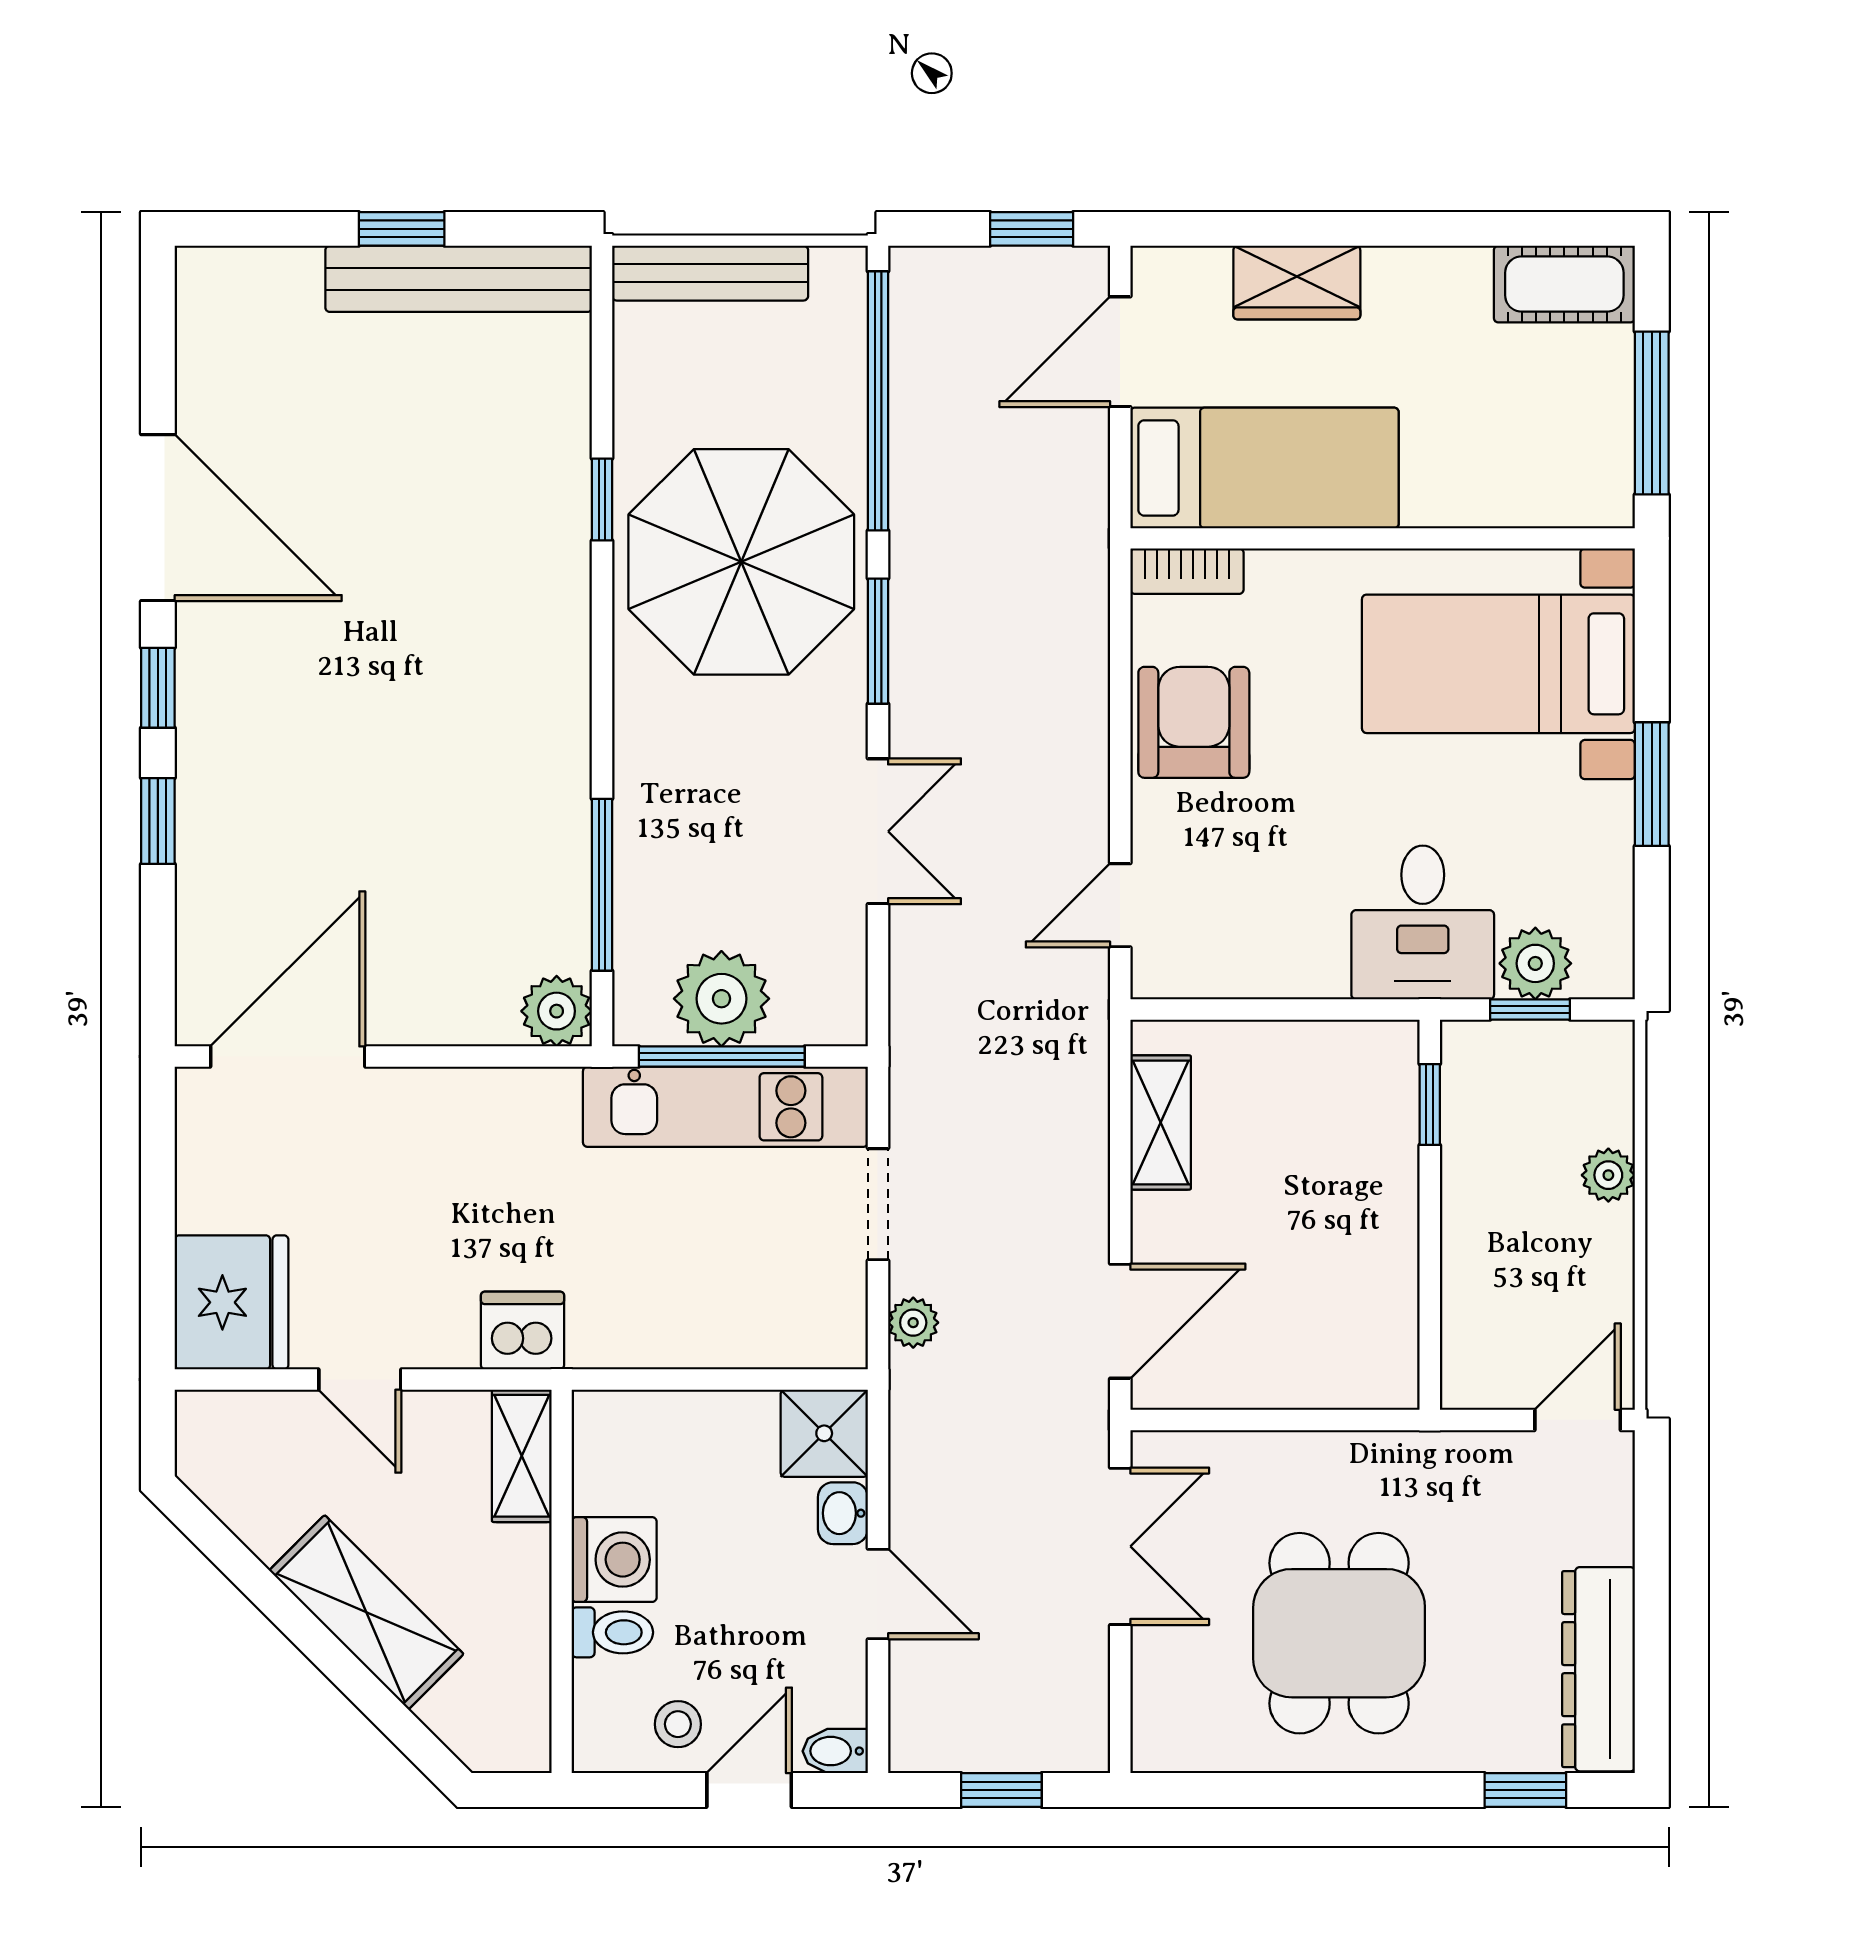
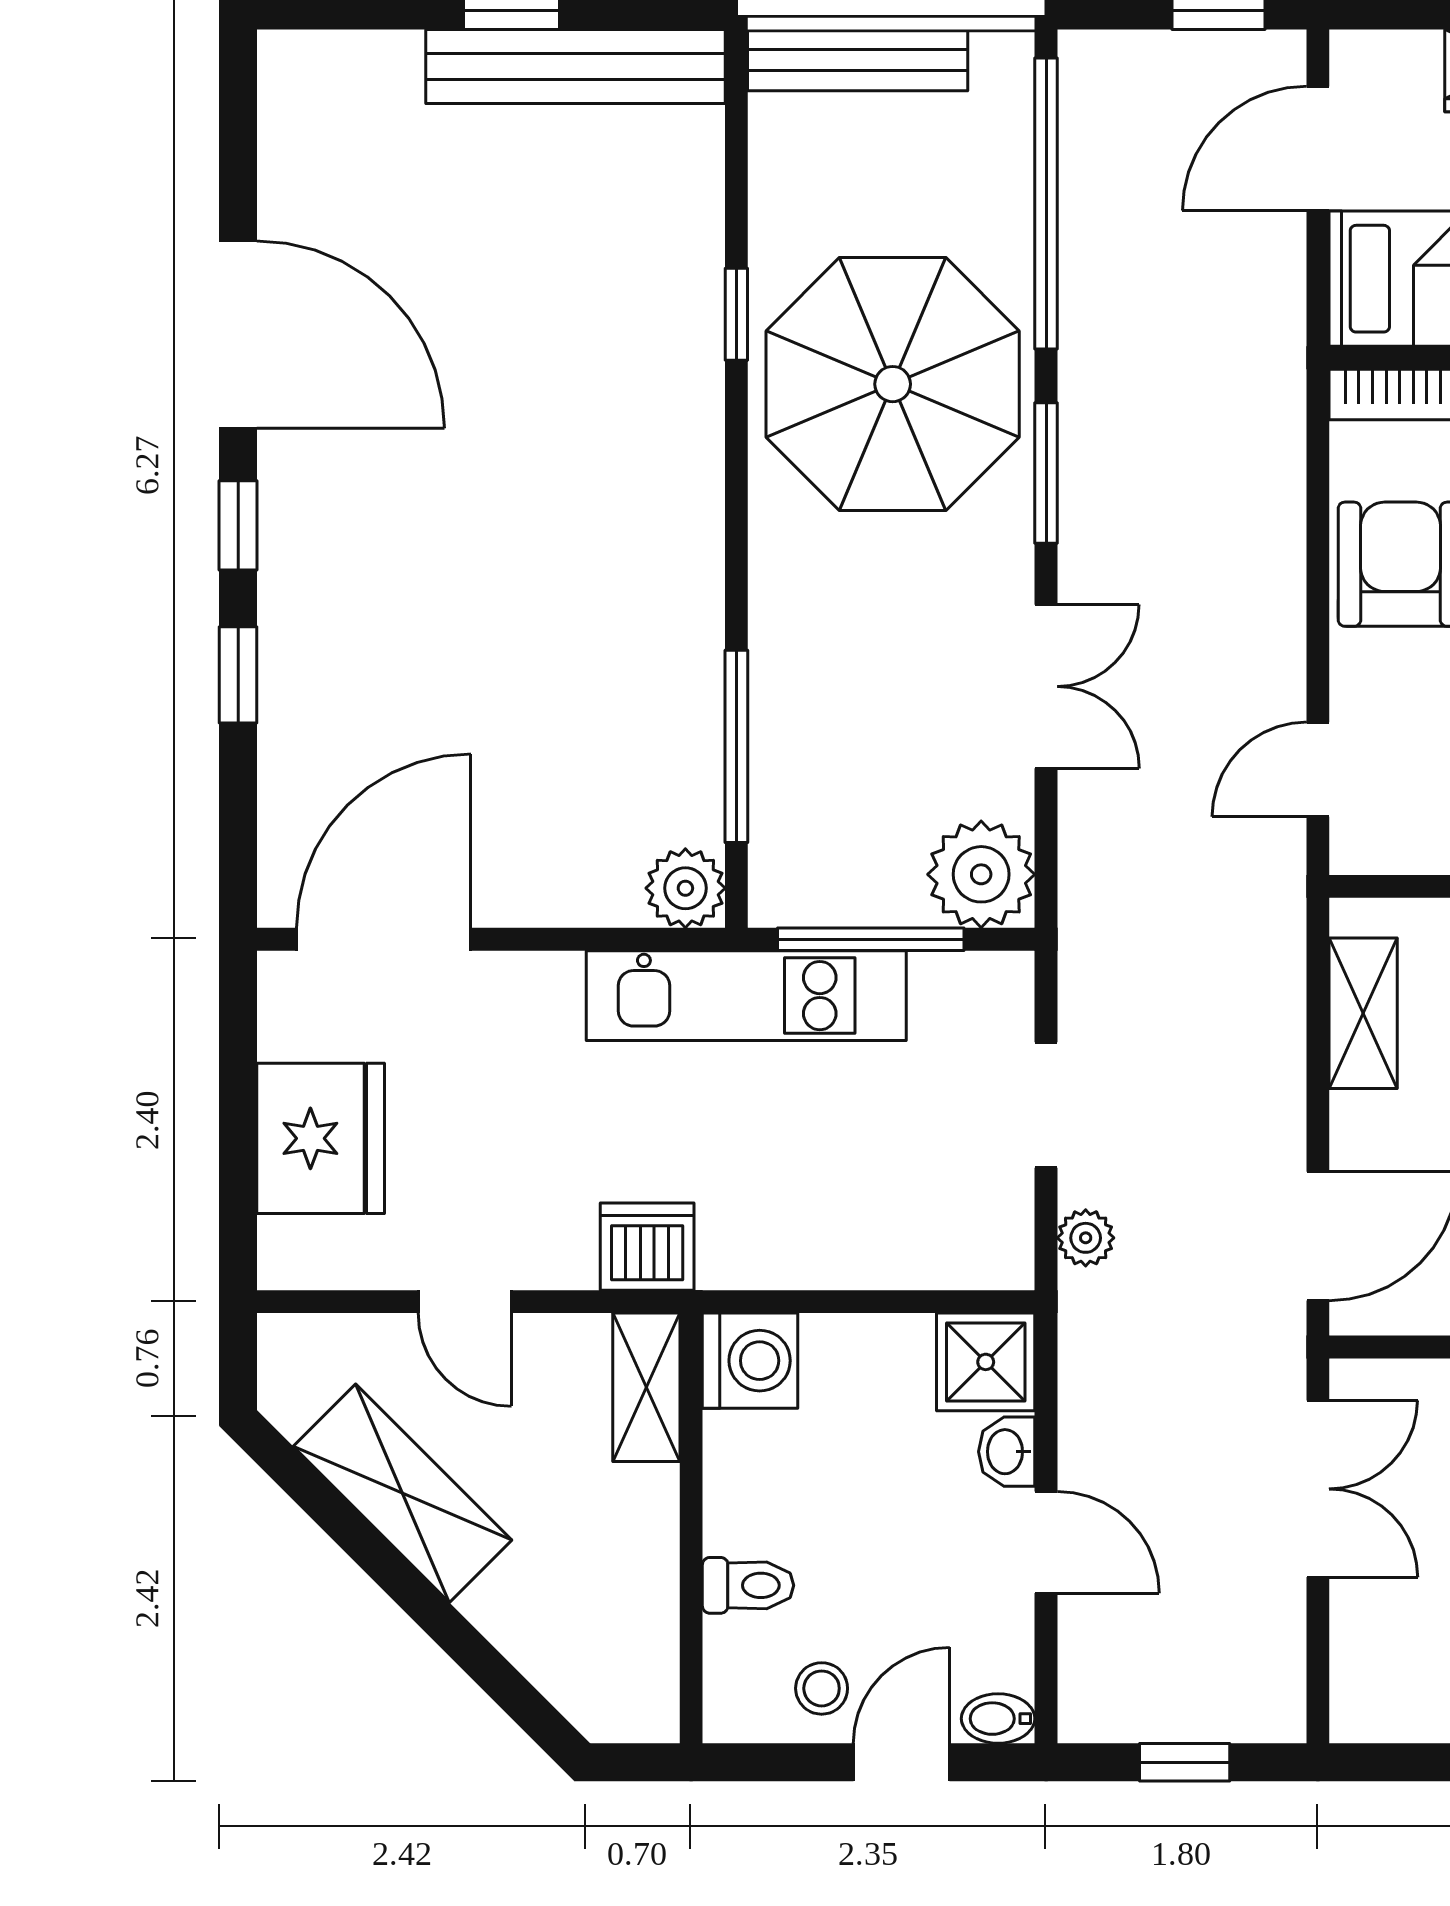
plant: (721, 999) -> (981, 874), moved
kitchen unit: (725, 1107) -> (746, 996), moved
fridge: (232, 1302) -> (321, 1138), moved
washing machine: (614, 1560) -> (750, 1361), moved
shelving: (366, 1612) -> (402, 1493), moved

